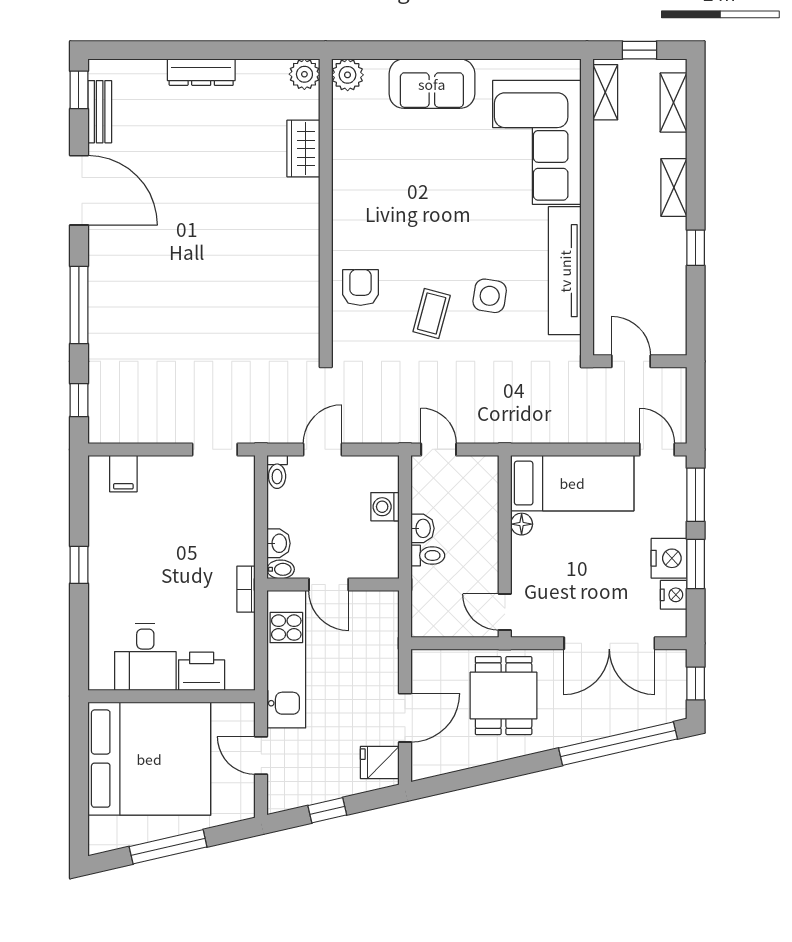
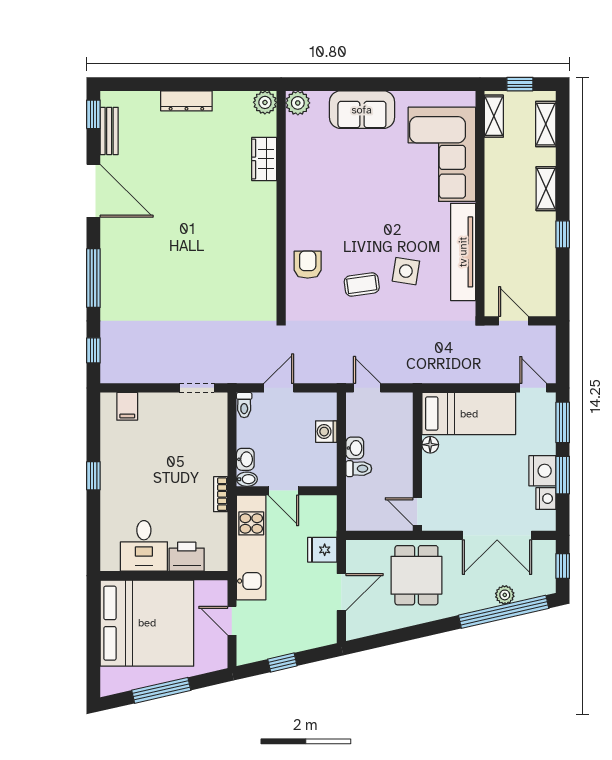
coffee table: (432, 313) -> (362, 284), turned 67
plant: (620, 721) -> (505, 595), added
fridge: (380, 763) -> (322, 550), moved

